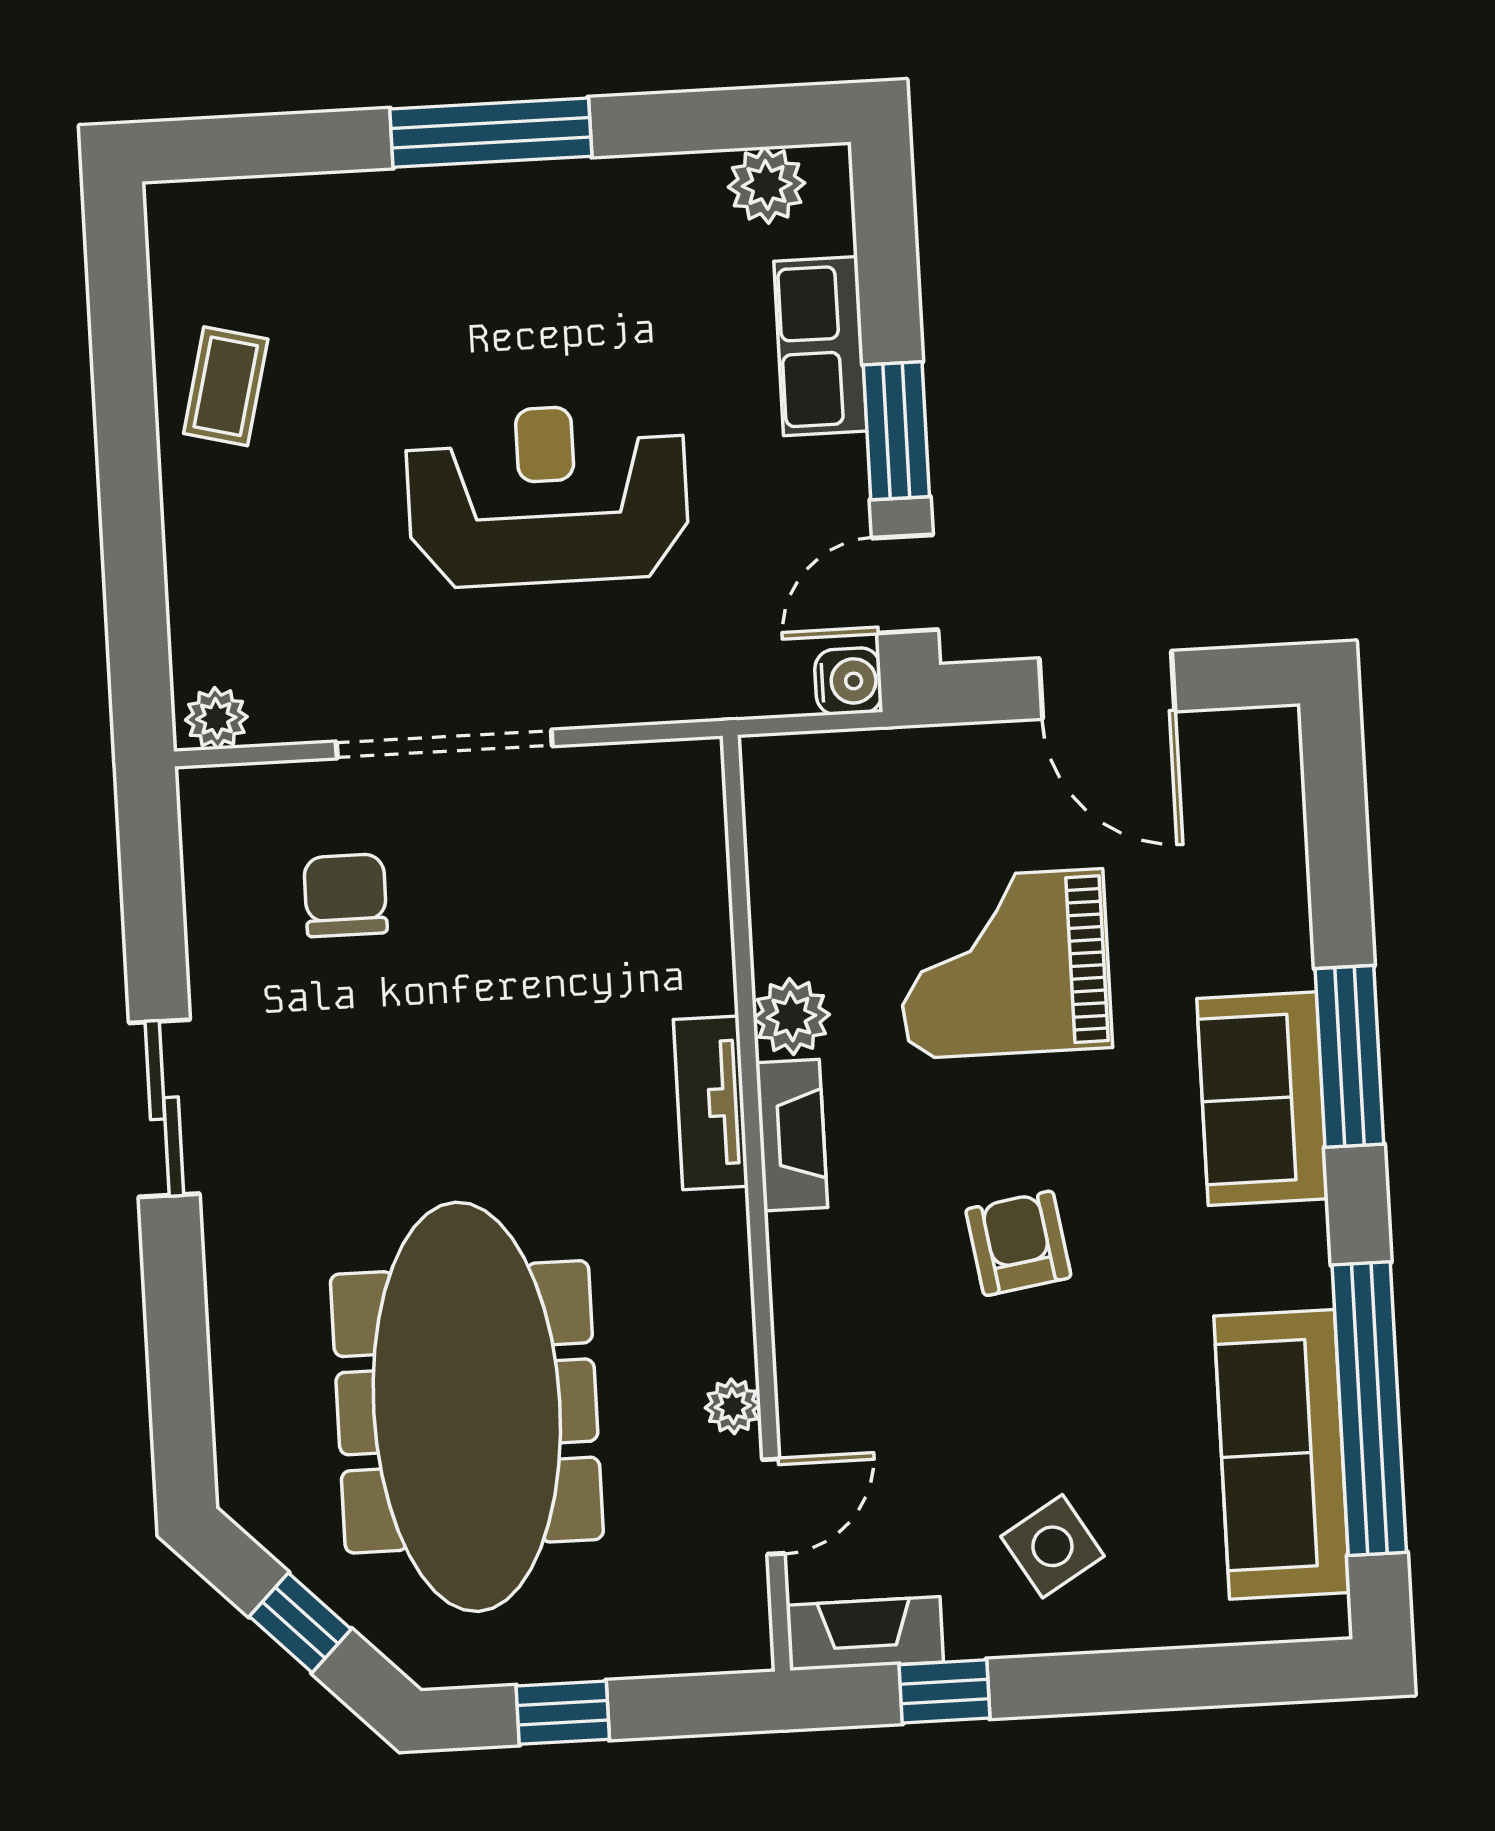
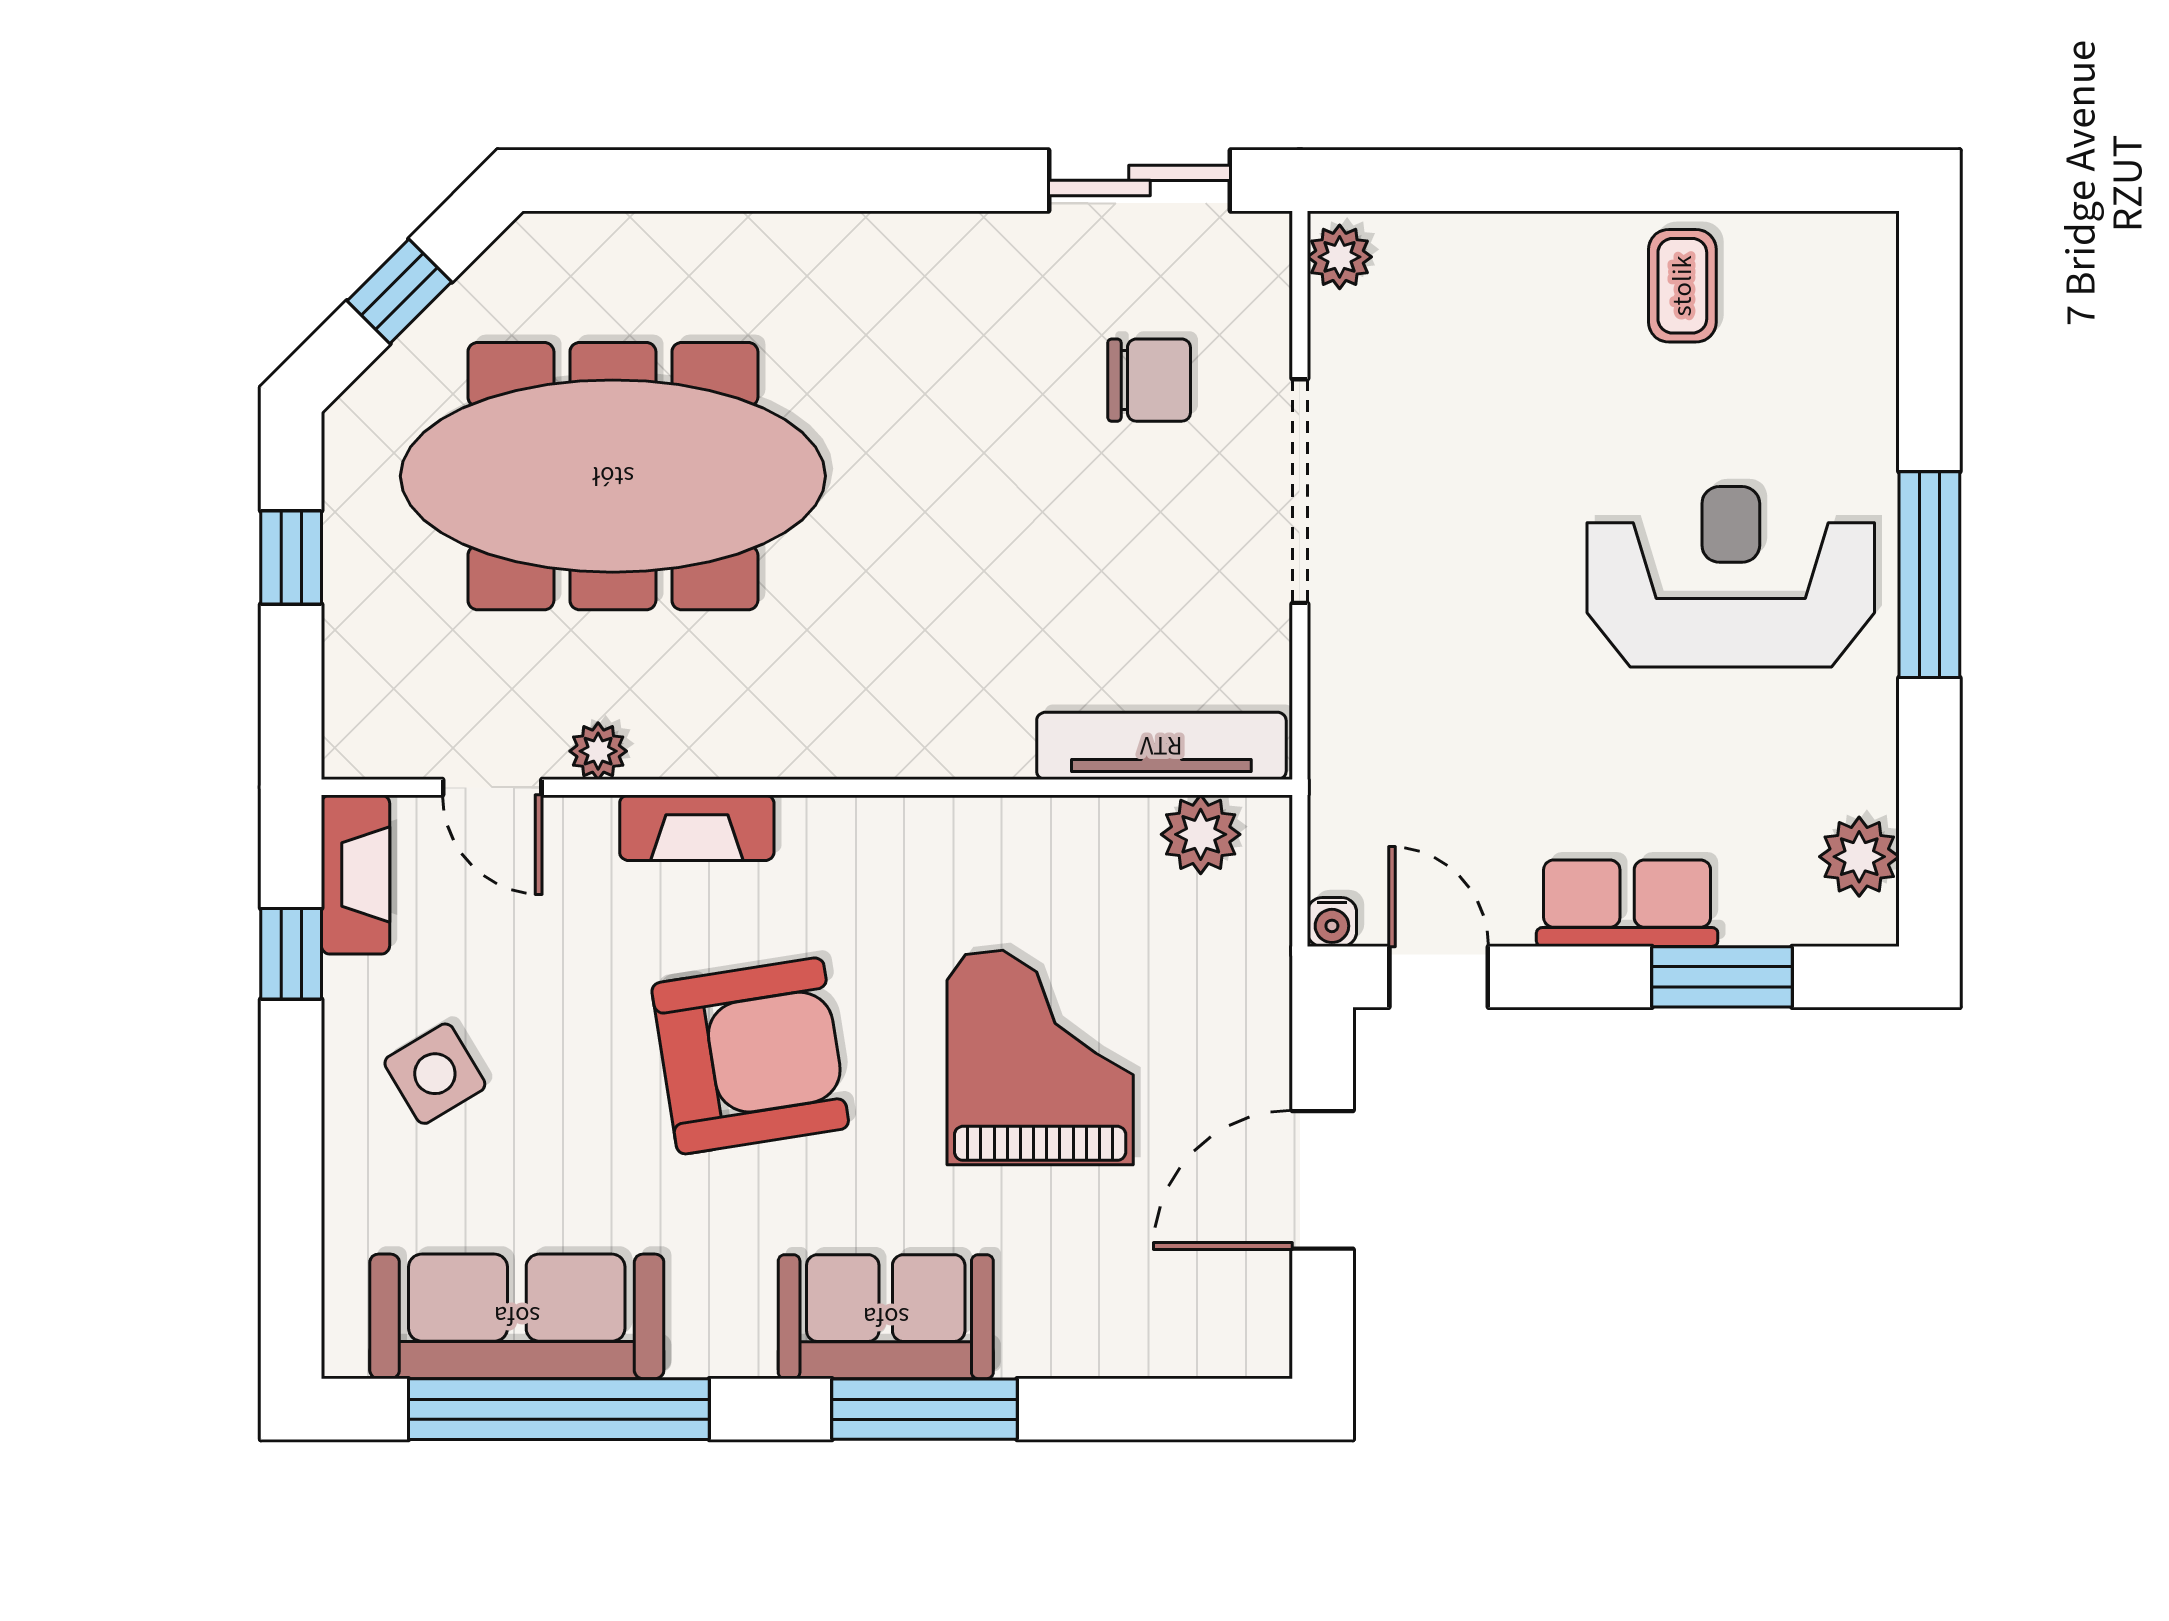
row of seats: (820, 346) -> (1627, 903), moved
coffee table: (226, 386) -> (1682, 286), turned 76
window: (896, 431) -> (1722, 977), moved
reception desk: (547, 495) -> (1731, 577), moved, turned -90
water cooler: (848, 681) -> (1332, 922), width x0.72, depth x0.72
plant: (791, 1017) -> (1201, 834), moved
tv unit: (711, 1103) -> (1161, 746), moved, width x1.41
sliding door: (164, 1108) -> (1140, 180), moved
fireplace: (792, 1135) -> (697, 828), moved
armchair: (1018, 1243) -> (750, 1056), width x1.88, depth x1.88

